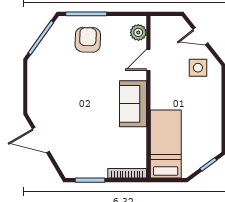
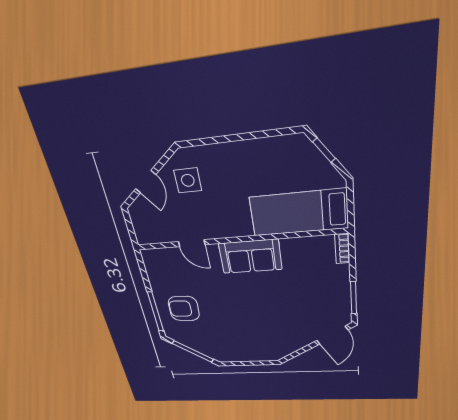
plant: (138, 32) -> (161, 257), removed
door: (41, 140) -> (332, 335), moved
bookcase: (127, 173) -> (342, 249), width x0.64

